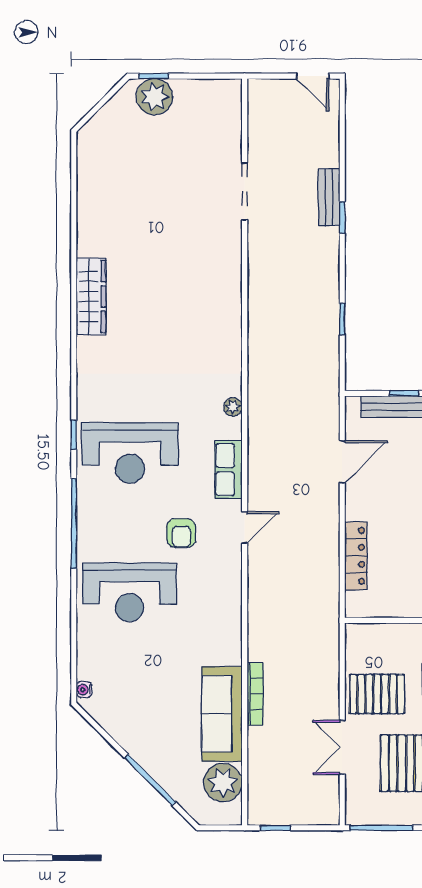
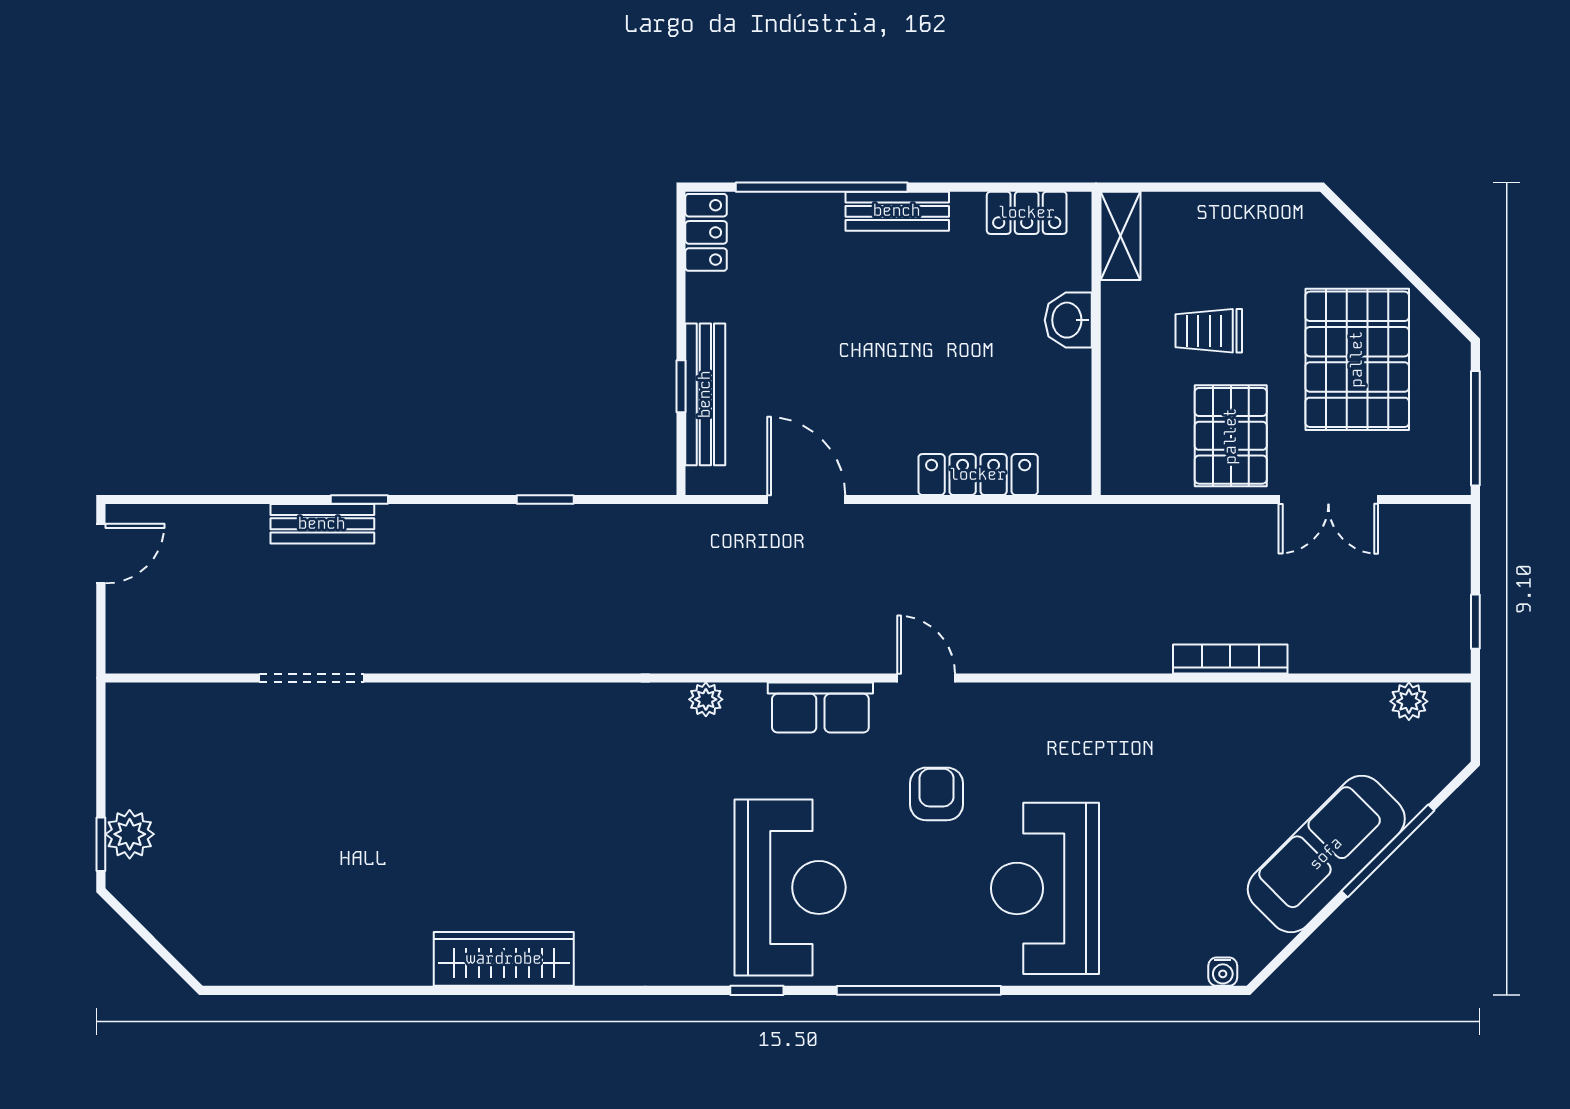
plant: (154, 97) -> (130, 834), width x0.73, depth x0.73
armchair: (181, 533) -> (937, 794), turned -90
reception desk: (130, 592) -> (1045, 888), turned 180
sofa: (222, 714) -> (1326, 854), moved, turned 135
plant: (223, 783) -> (1409, 701), width x0.53, depth x0.53

